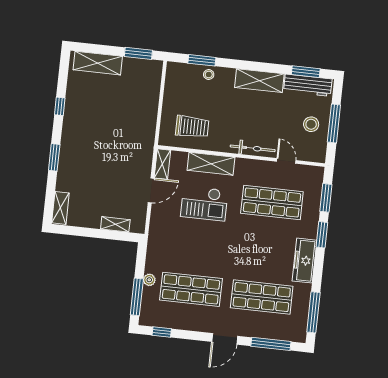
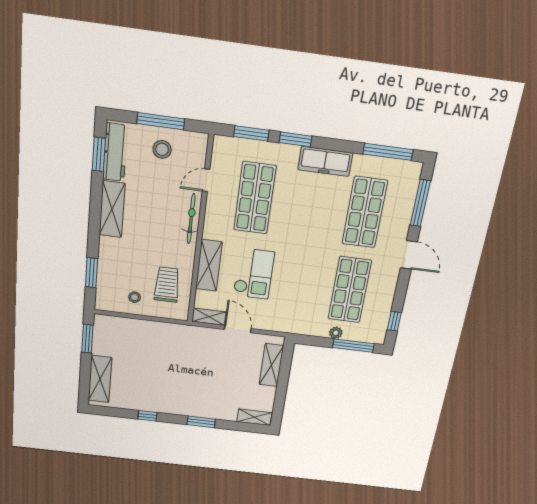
stool: (209, 75) -> (135, 297), moved
shelving: (115, 224) -> (271, 365), width x1.50, depth x1.33

